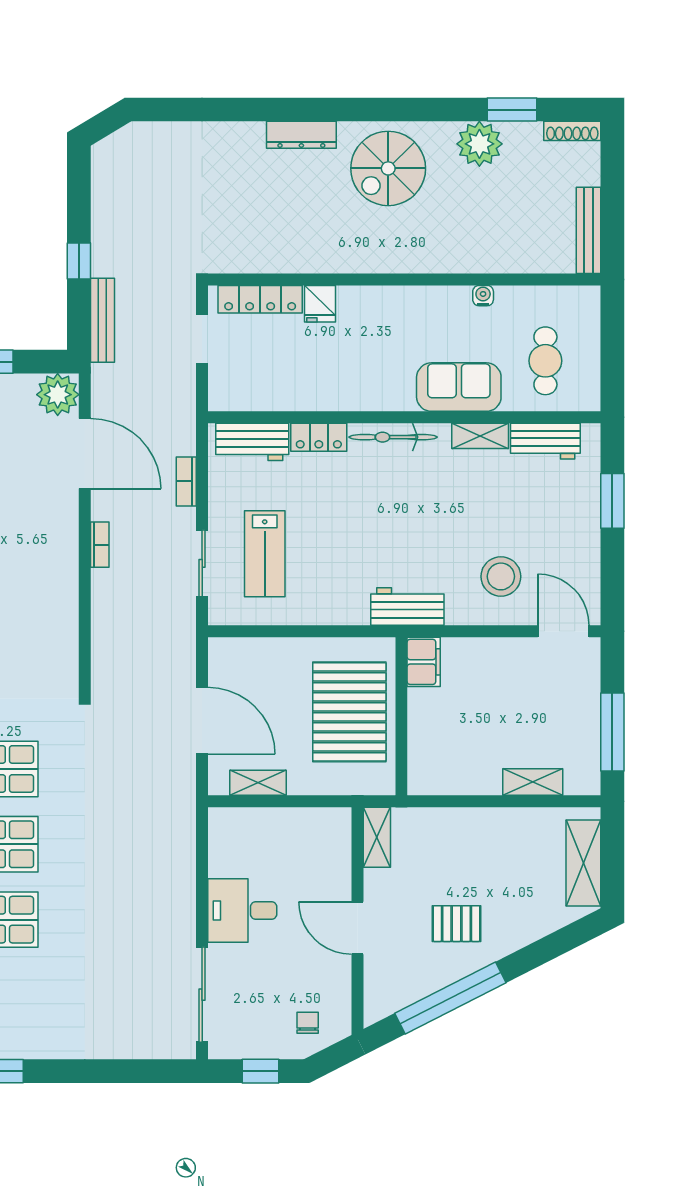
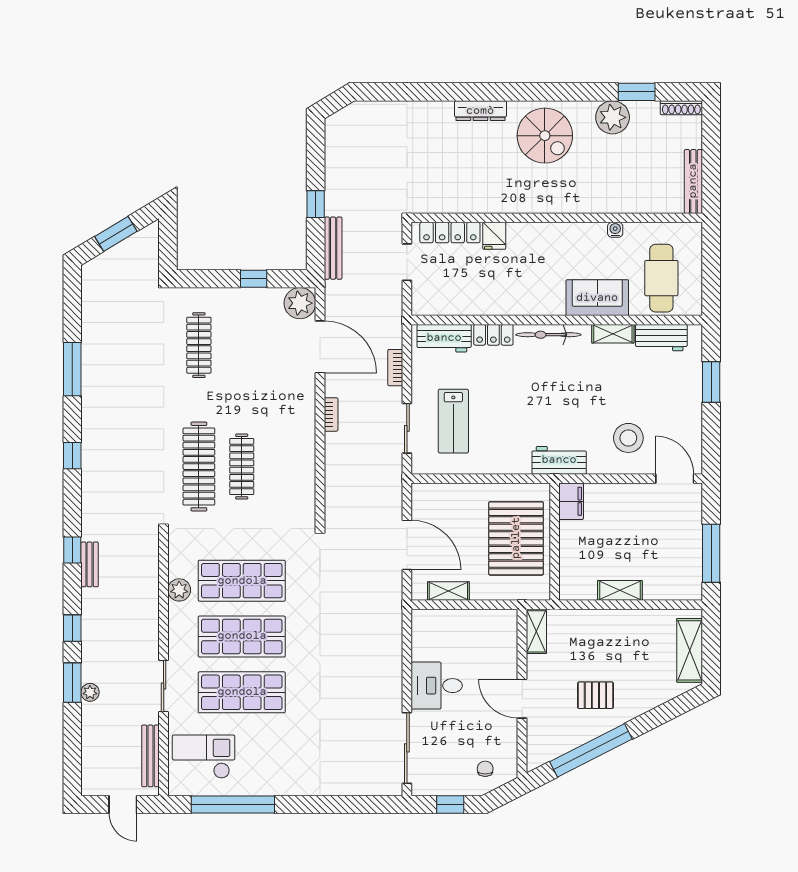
spiral stairs: (388, 168) -> (545, 136), turned -90
cafe table: (545, 361) -> (661, 278), width x1.37, depth x1.35
shelving: (533, 782) -> (620, 590), moved

